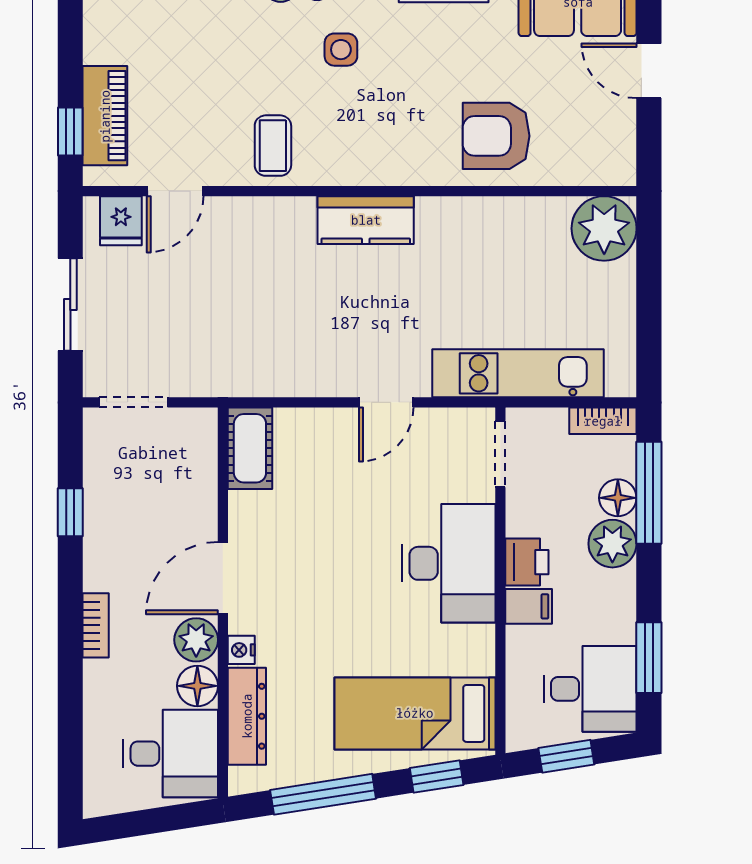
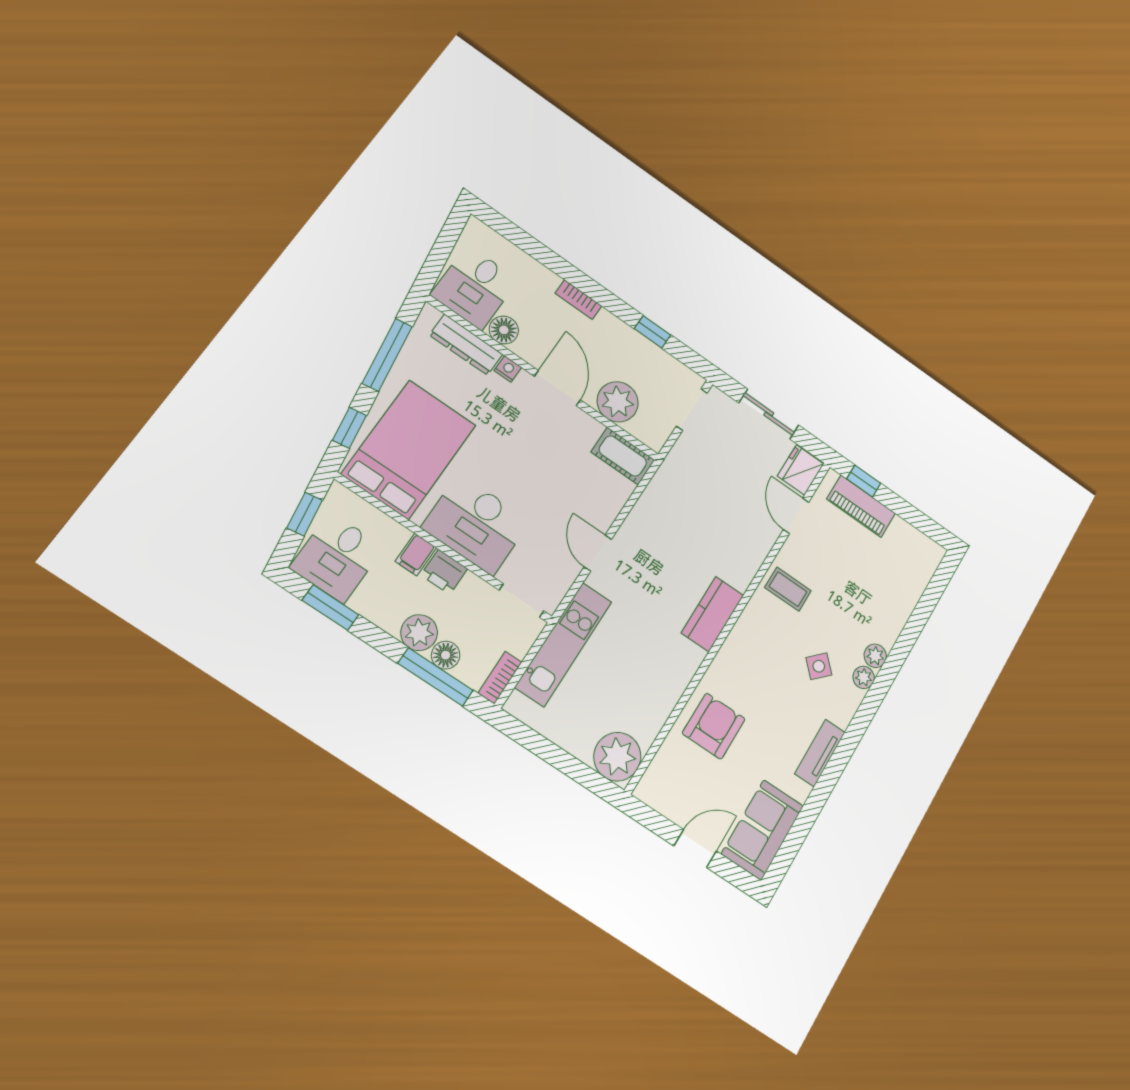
side table: (341, 50) -> (819, 666), turned 45
fridge: (121, 221) -> (801, 470), width x1.38
plant: (196, 640) -> (618, 402), moved, width x1.36, depth x1.36
bed: (415, 713) -> (409, 449), width x1.50

